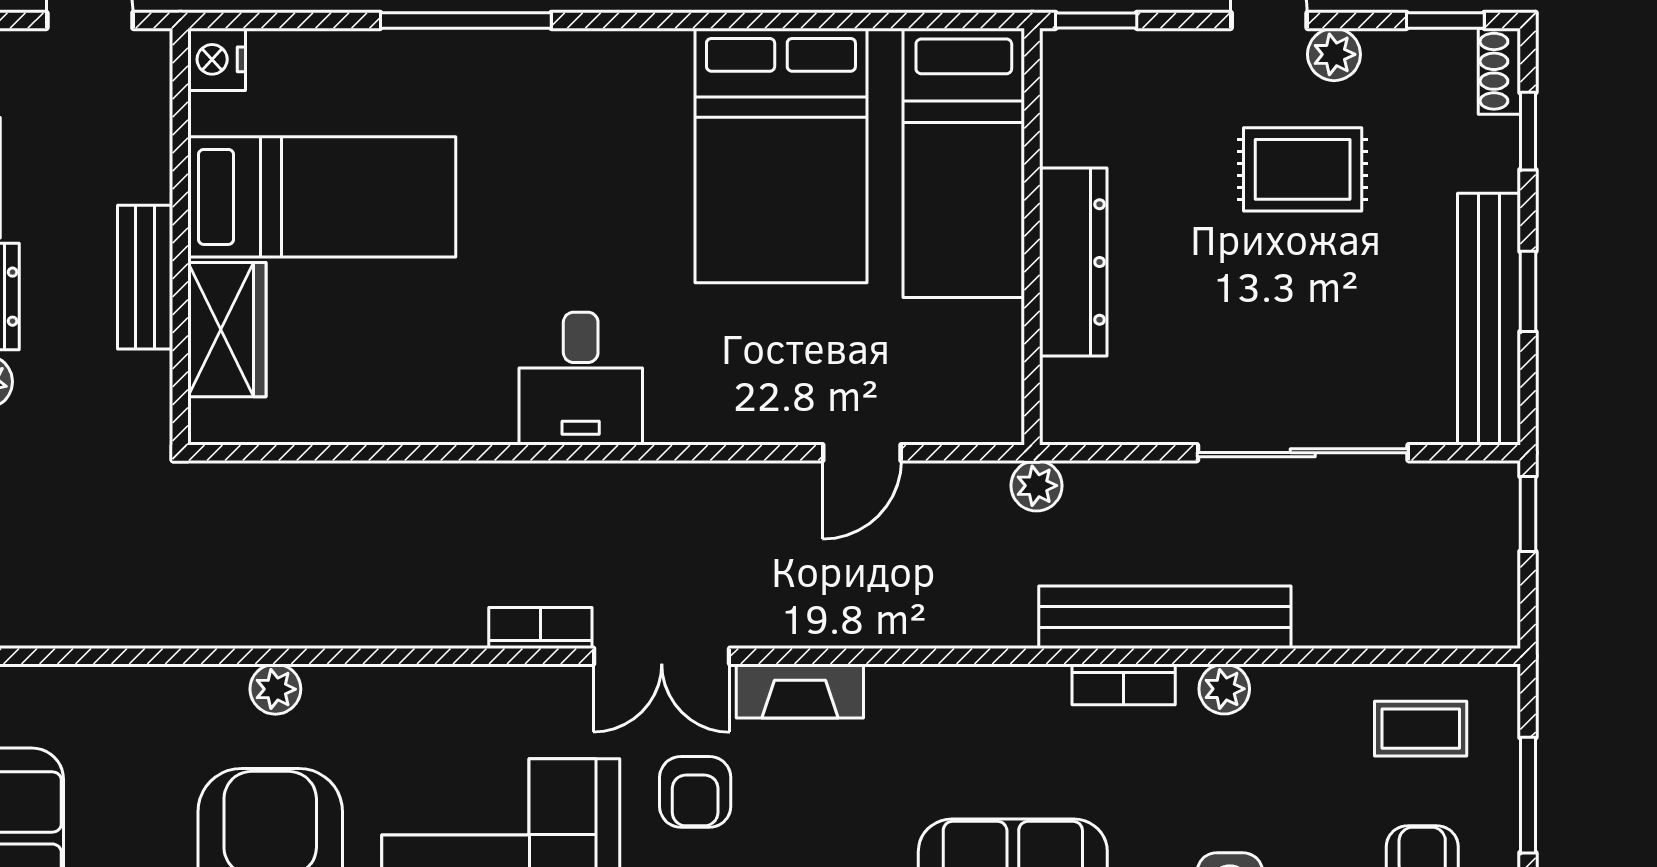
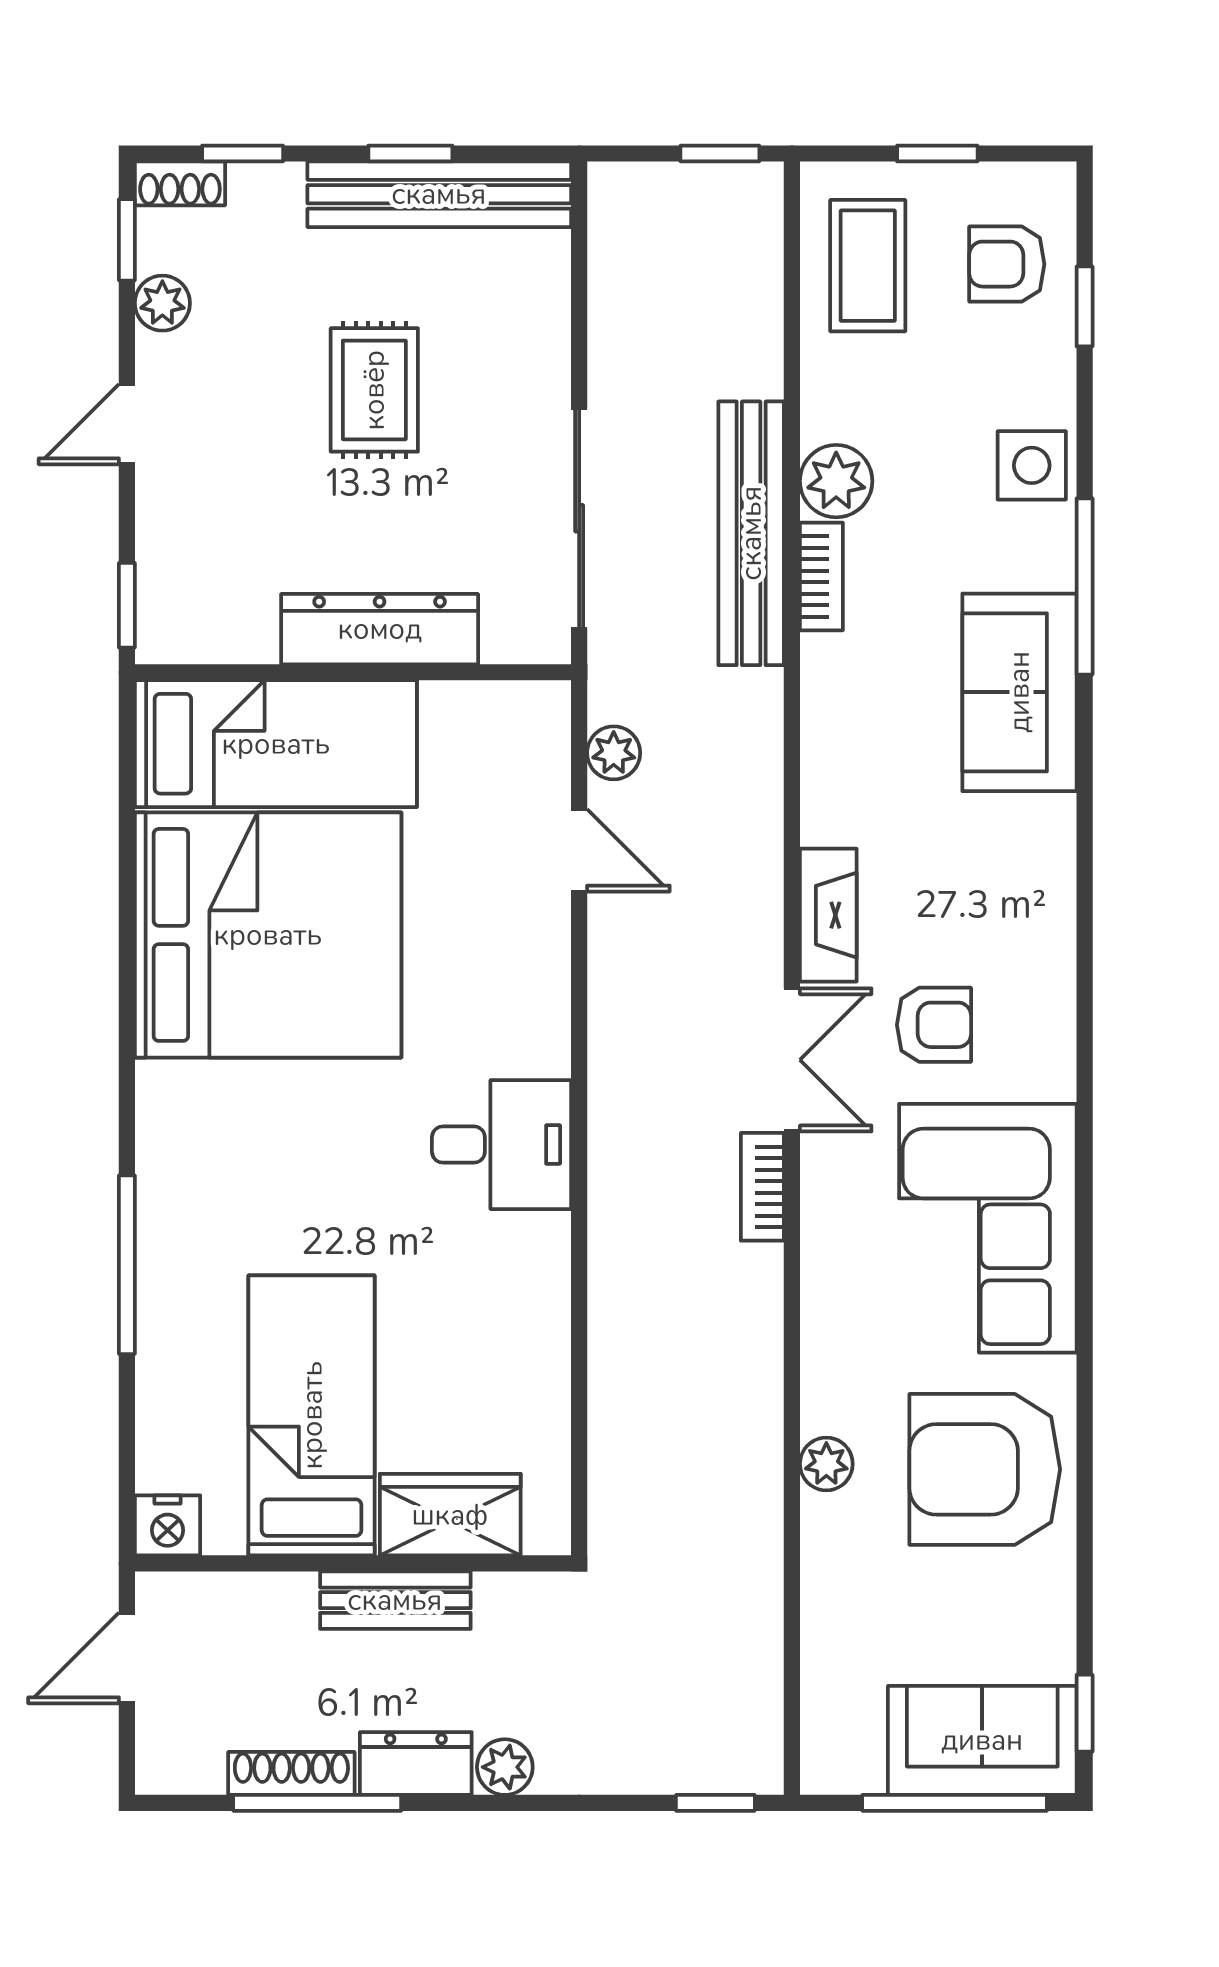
plant: (1334, 54) -> (162, 303), moved
bed: (781, 155) -> (268, 935), width x1.36
rug: (1303, 169) -> (374, 390), moved
sliding door: (1303, 453) -> (579, 518), moved
plant: (1037, 486) -> (614, 753), moved
window: (1528, 514) -> (720, 153), moved
plant: (1224, 689) -> (836, 481), width x1.38, depth x1.38
coffee table: (1421, 729) -> (868, 266), width x1.36, depth x1.30
window: (1528, 795) -> (937, 153), width x0.67

